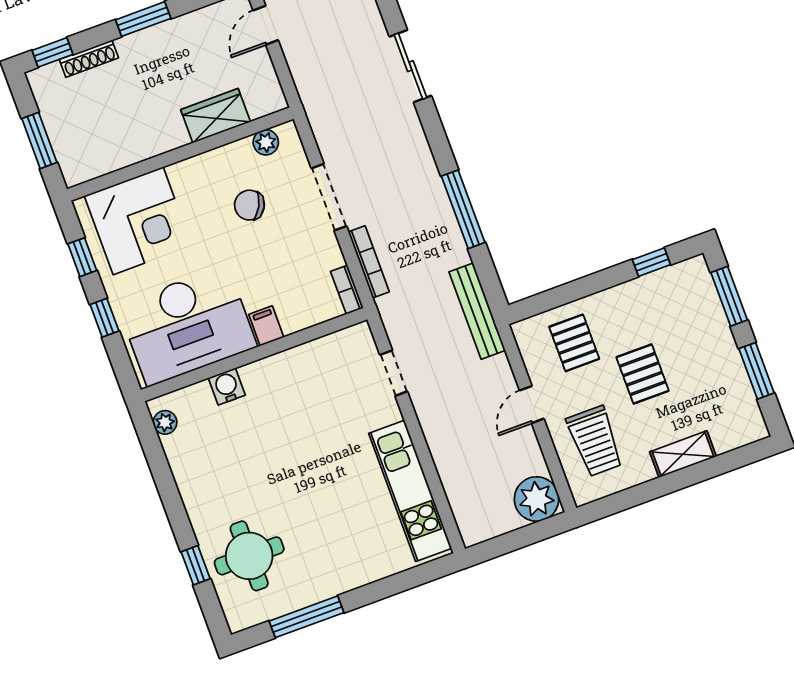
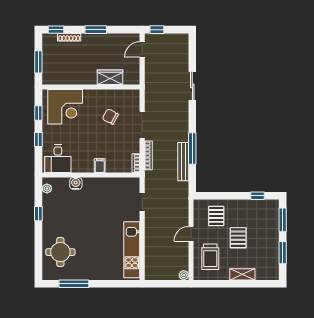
plant: (266, 142) -> (126, 95), removed
bench: (477, 311) -> (183, 162), moved
desk: (187, 326) -> (58, 159), width x0.53, depth x0.77
plant: (537, 499) -> (184, 275), width x0.53, depth x0.53
window: (196, 565) -> (38, 214), moved

